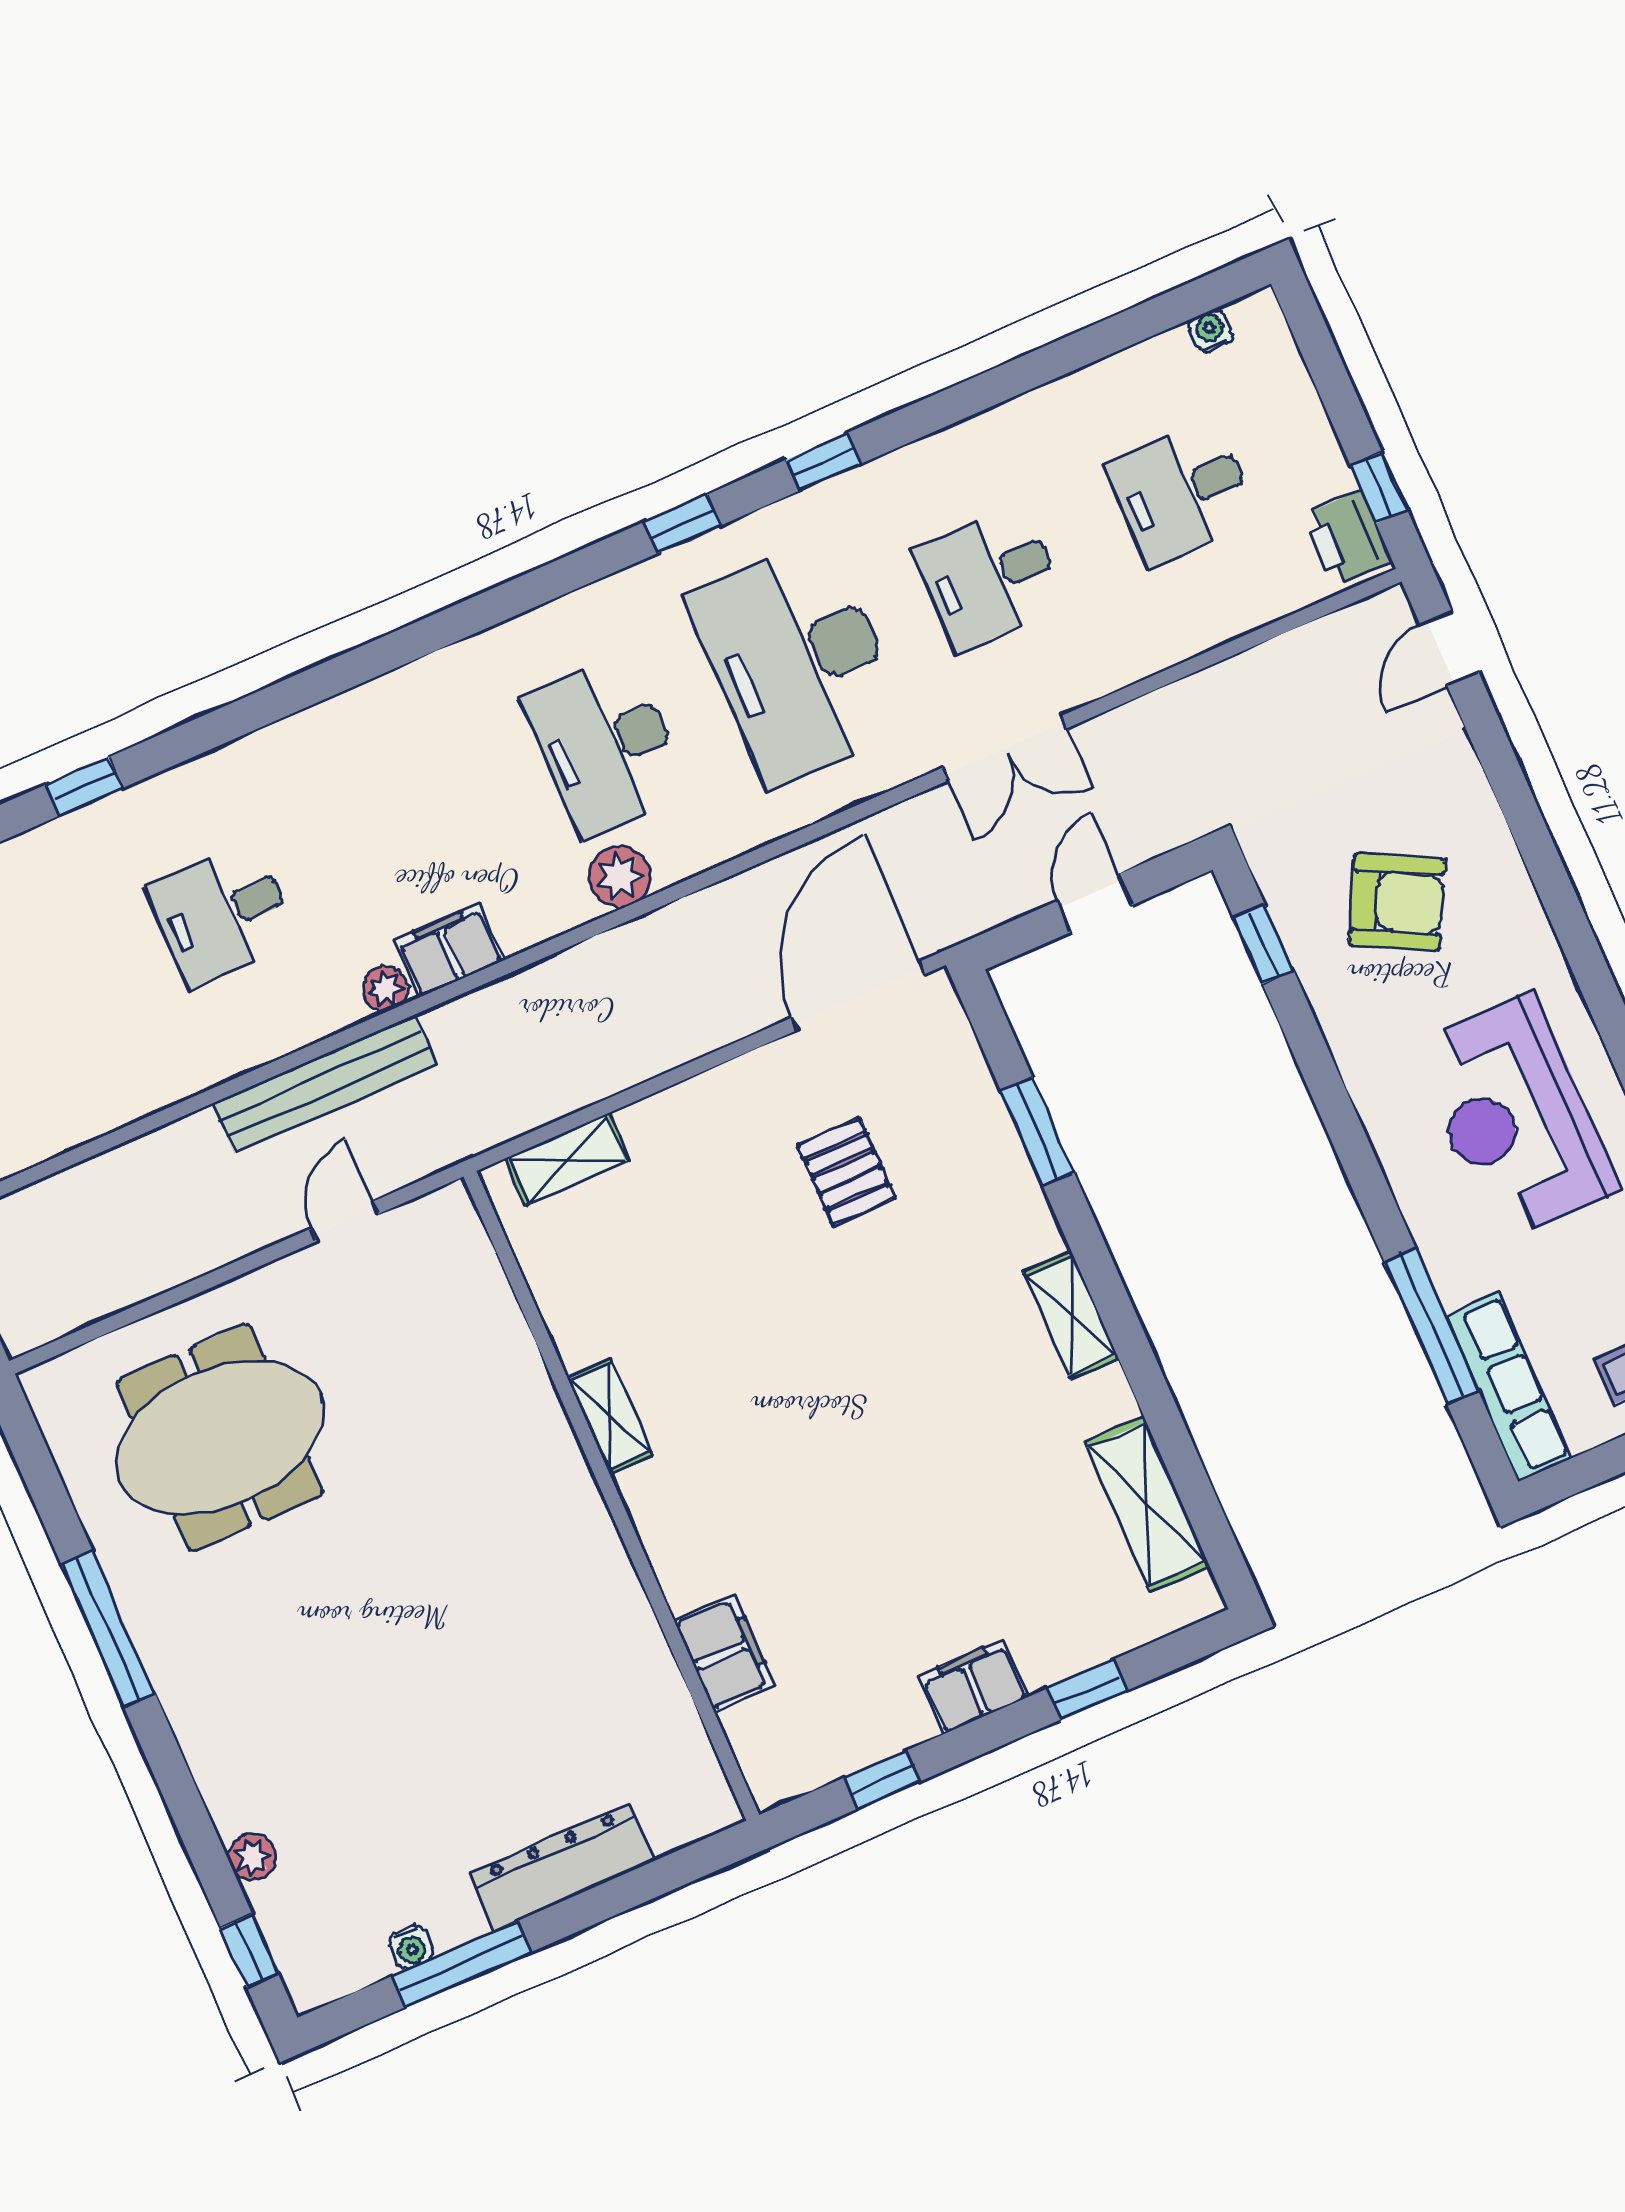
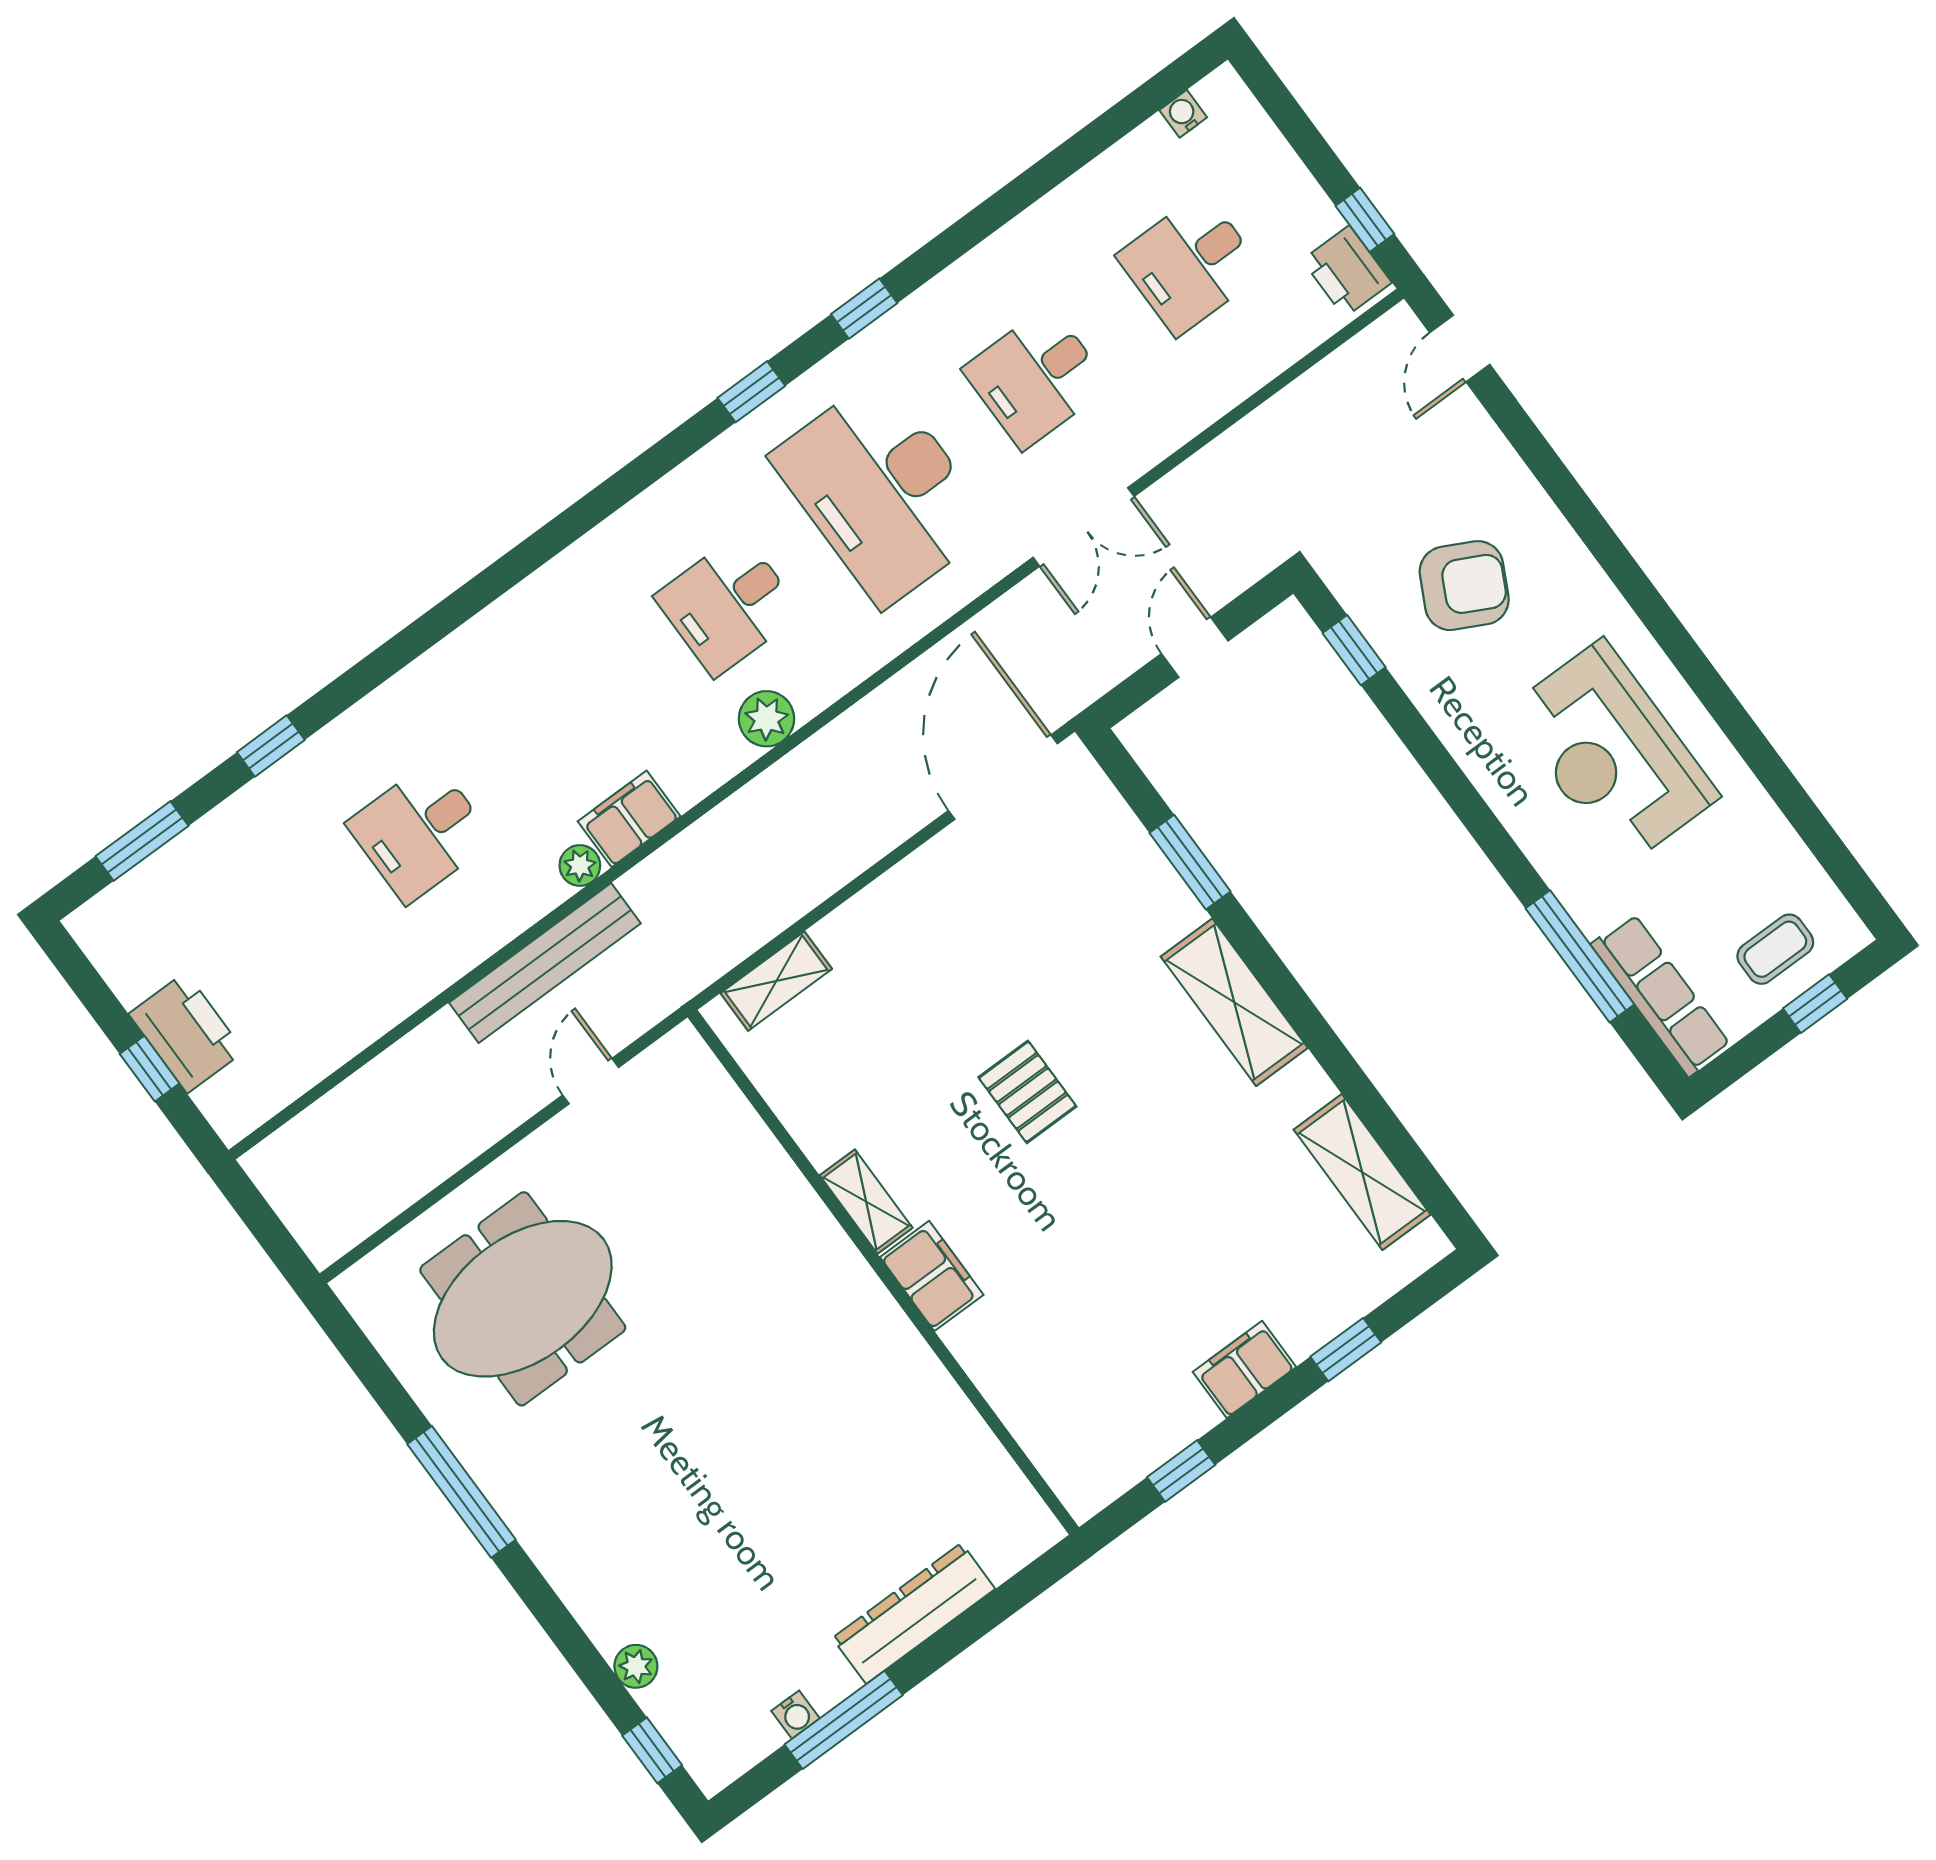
desk: (606, 746) -> (728, 605), width x0.73
pallet: (846, 1171) -> (1027, 1092), moved
shelving: (1071, 1315) -> (1234, 1002), width x1.50, depth x1.33
filing cabinet: (725, 1653) -> (932, 1276), moved

